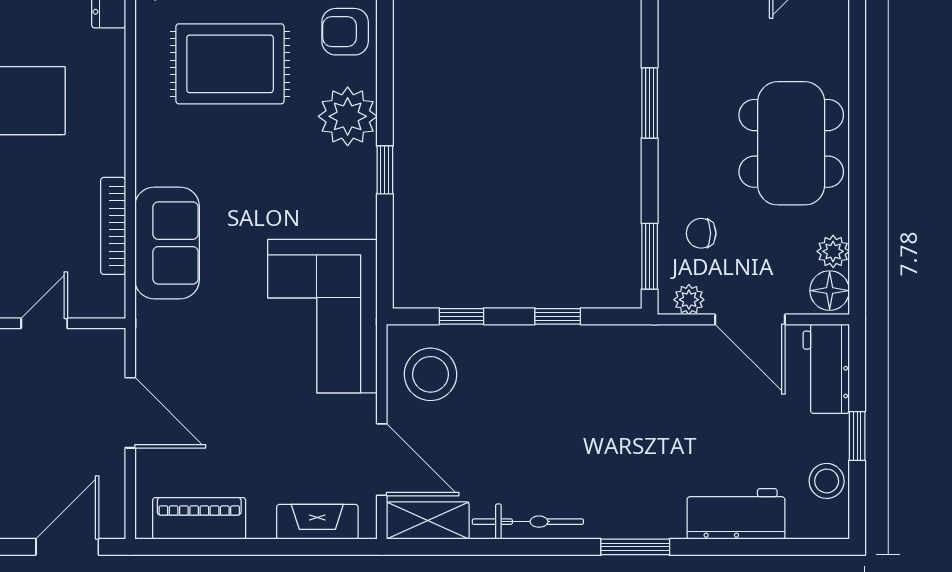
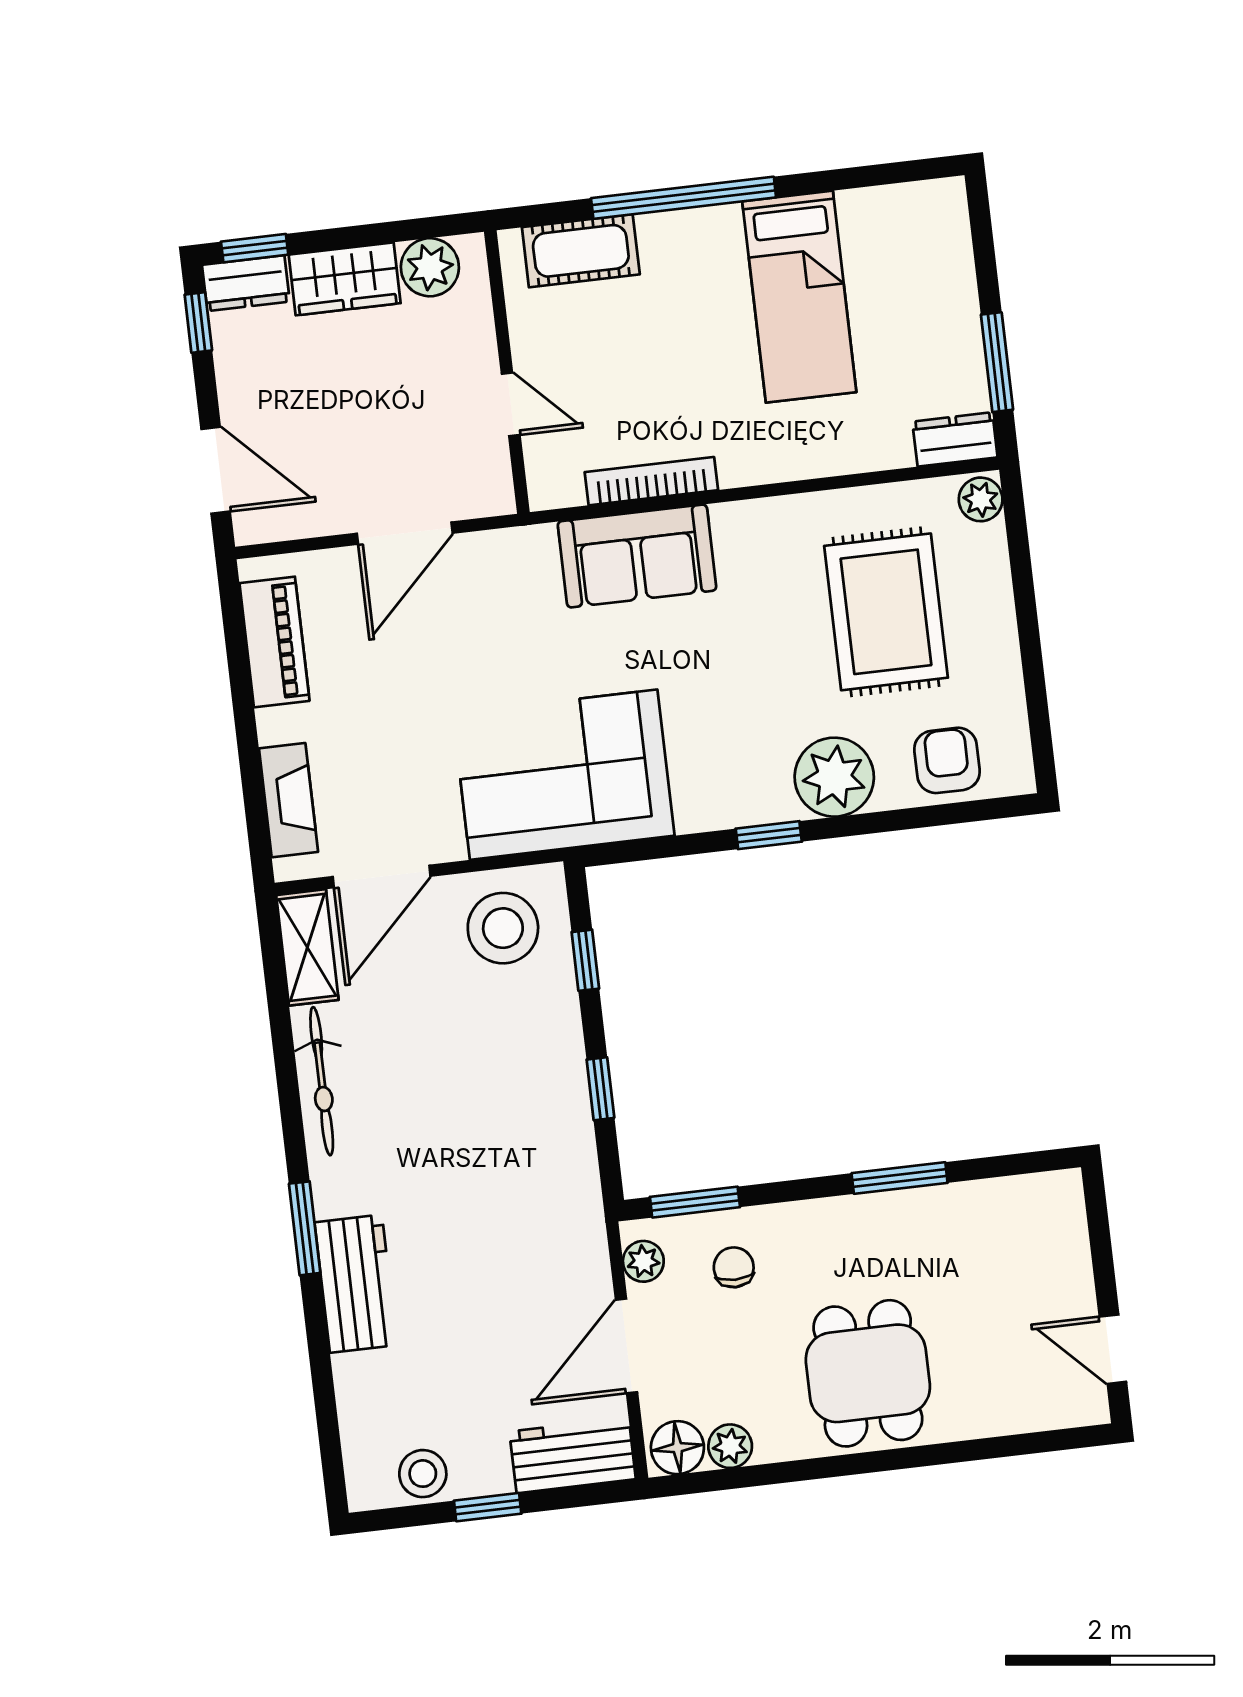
dining table: (791, 143) -> (868, 1373), width x0.73
workbench: (736, 514) -> (356, 1284), moved

